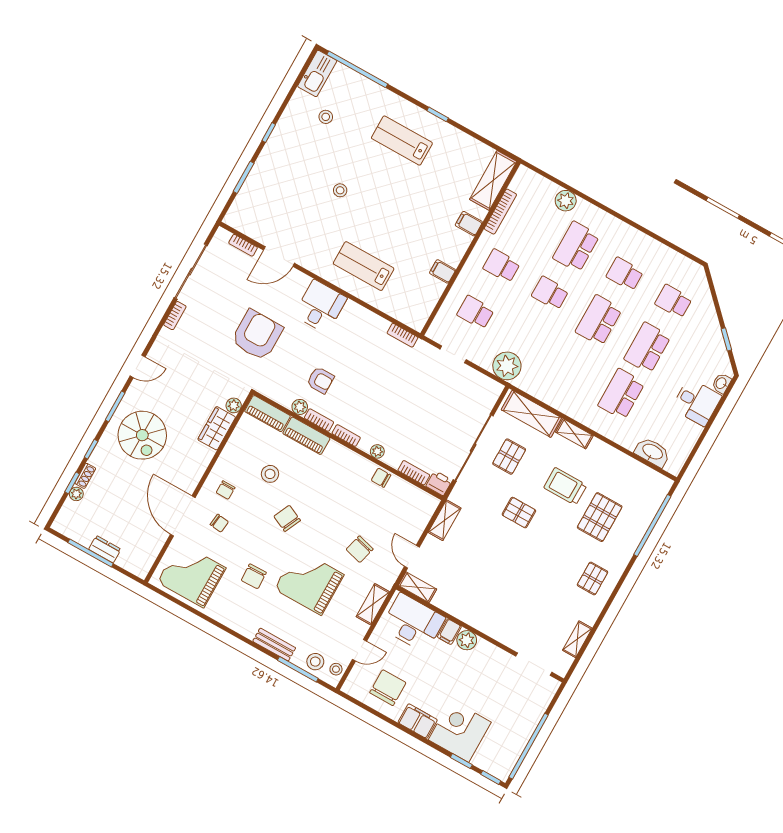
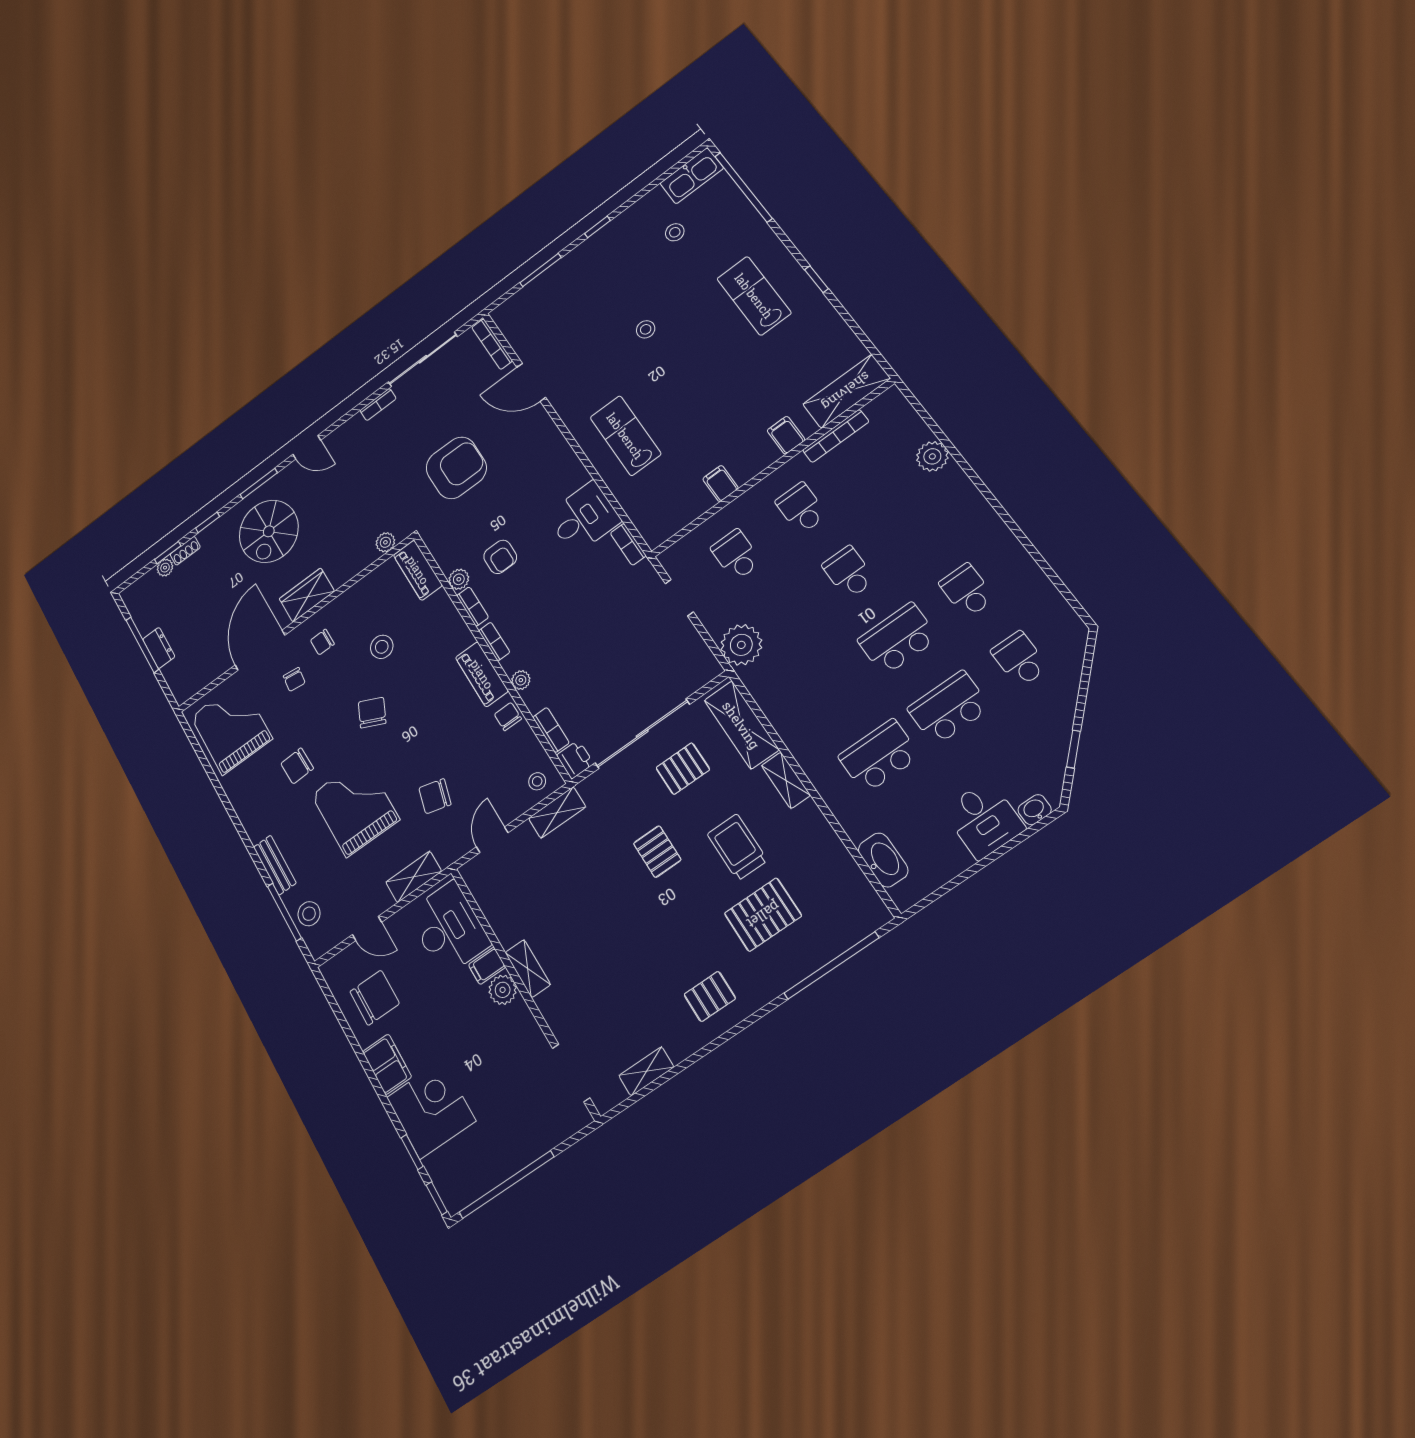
bookcase: (243, 245) -> (492, 344), width x1.56
school desk: (576, 247) -> (916, 525), removed
desk: (320, 307) -> (584, 518), moved
wardrobe: (217, 428) -> (307, 595), moved
piano: (306, 436) -> (482, 674), moved
shelving: (417, 587) -> (528, 969), moved
stool: (336, 669) -> (537, 781), moved

